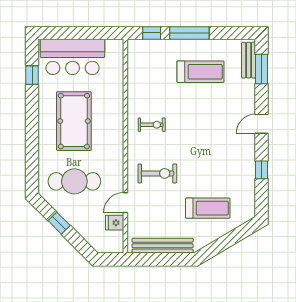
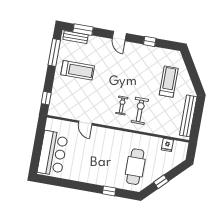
window: (189, 33) -> (54, 53), moved
treadmill: (201, 72) -> (78, 70), turned 90
window: (32, 75) -> (109, 191), moved
pool table: (74, 121) -> (95, 160), removed
exercise bike: (152, 125) -> (122, 106), moved
door: (125, 203) -> (85, 123), moved

